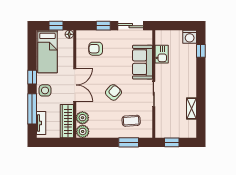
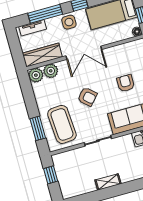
armchair: (96, 49) -> (126, 83), moved
shelving: (191, 109) -> (108, 182), moved
coffee table: (131, 121) -> (62, 124), width x1.86, depth x1.72

